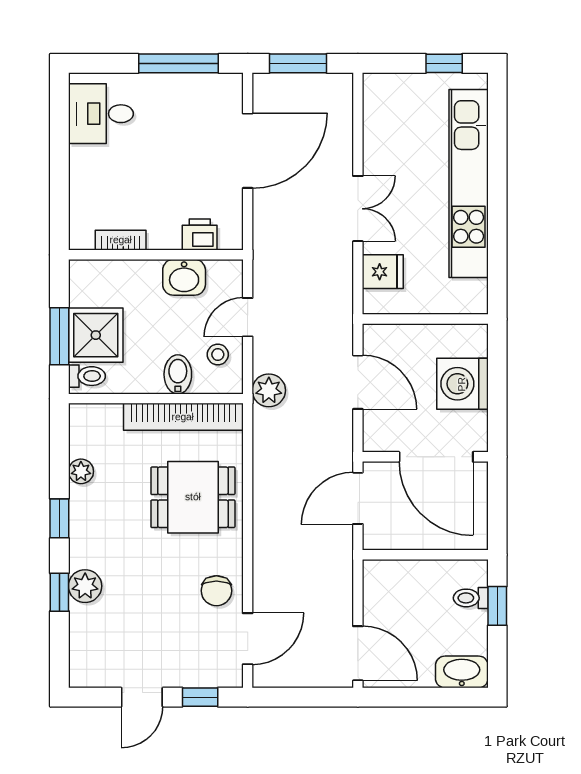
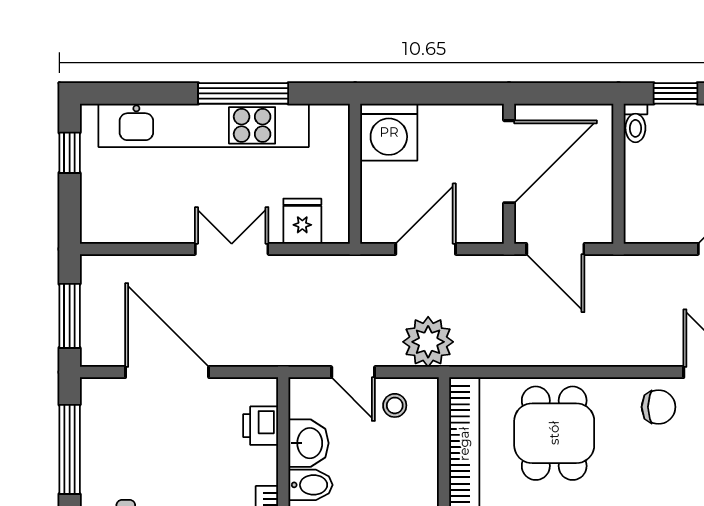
window: (497, 219) -> (243, 93), added
bidet: (178, 374) -> (310, 485), moved, turned 180
washing machine: (462, 384) -> (389, 132), moved
plant: (269, 390) -> (428, 342), width x1.36, depth x1.36
toilet: (471, 598) -> (635, 123), moved

